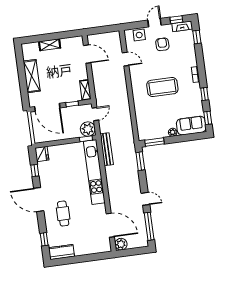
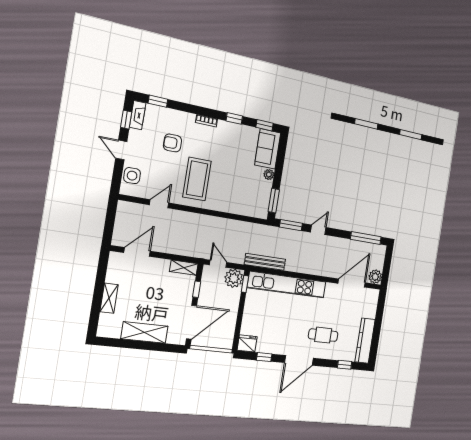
armchair: (162, 44) -> (172, 143), moved
coffee table: (162, 87) -> (197, 179), moved
door: (145, 199) -> (318, 230), moved
kitchen counter: (61, 252) -> (365, 341), width x1.50

